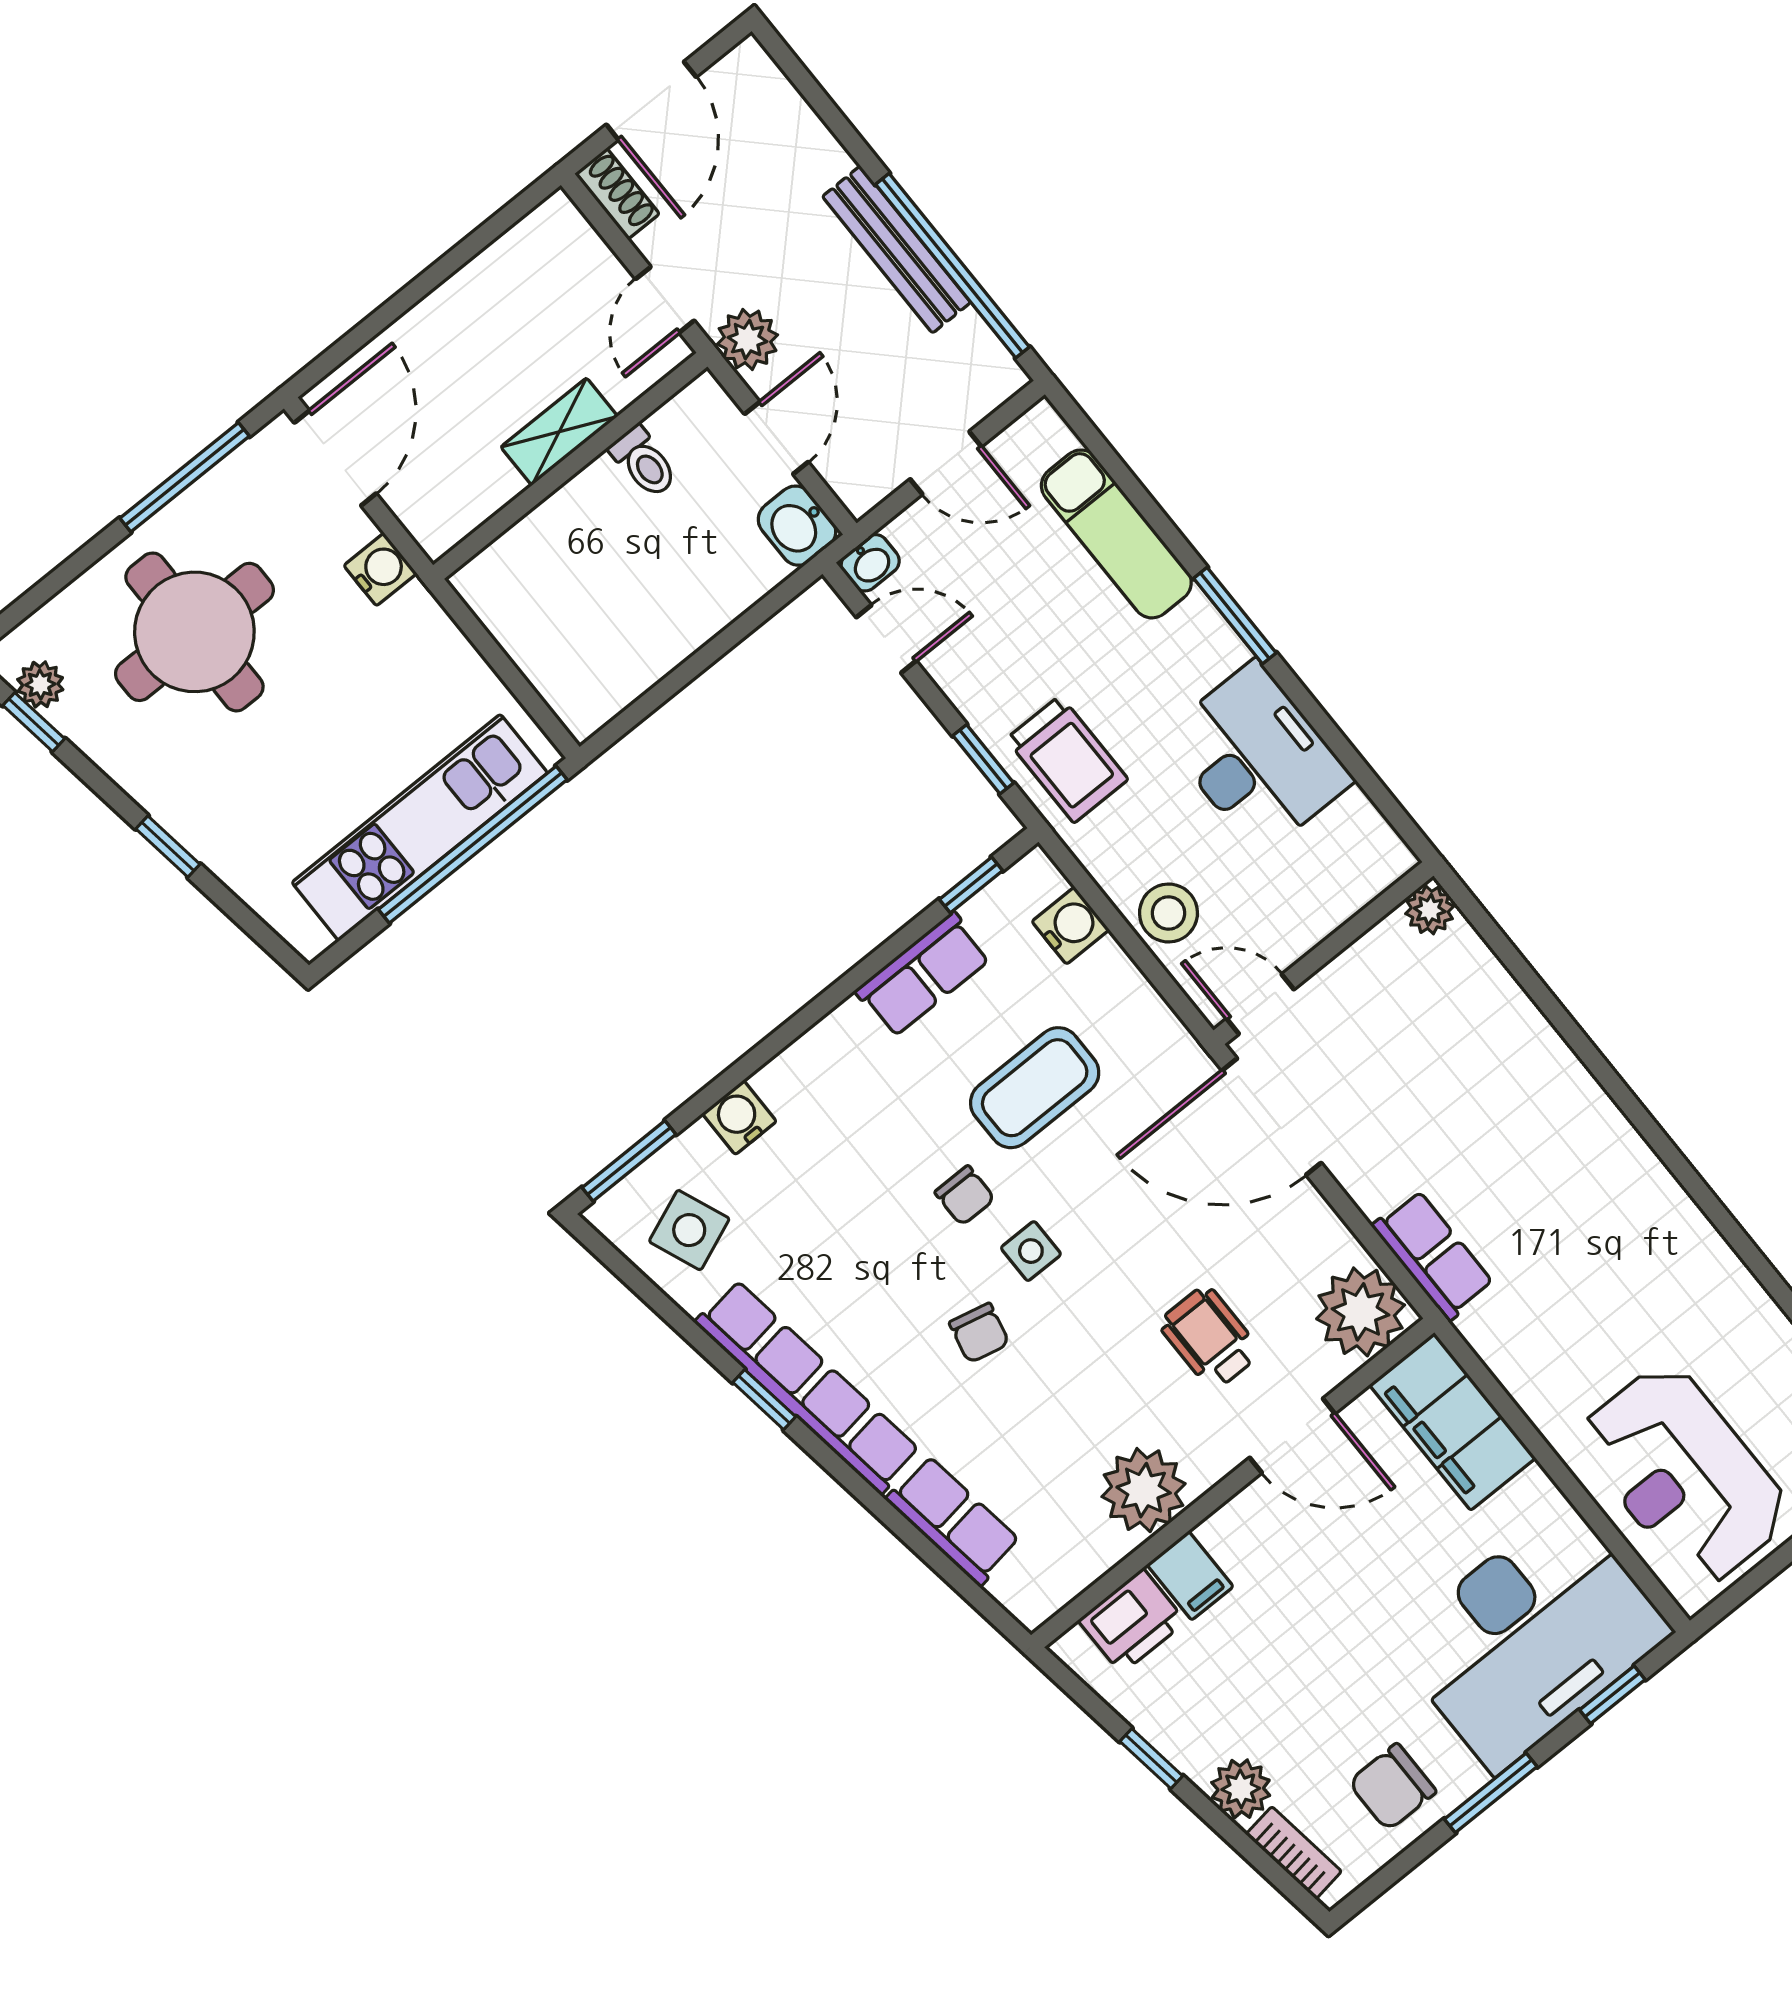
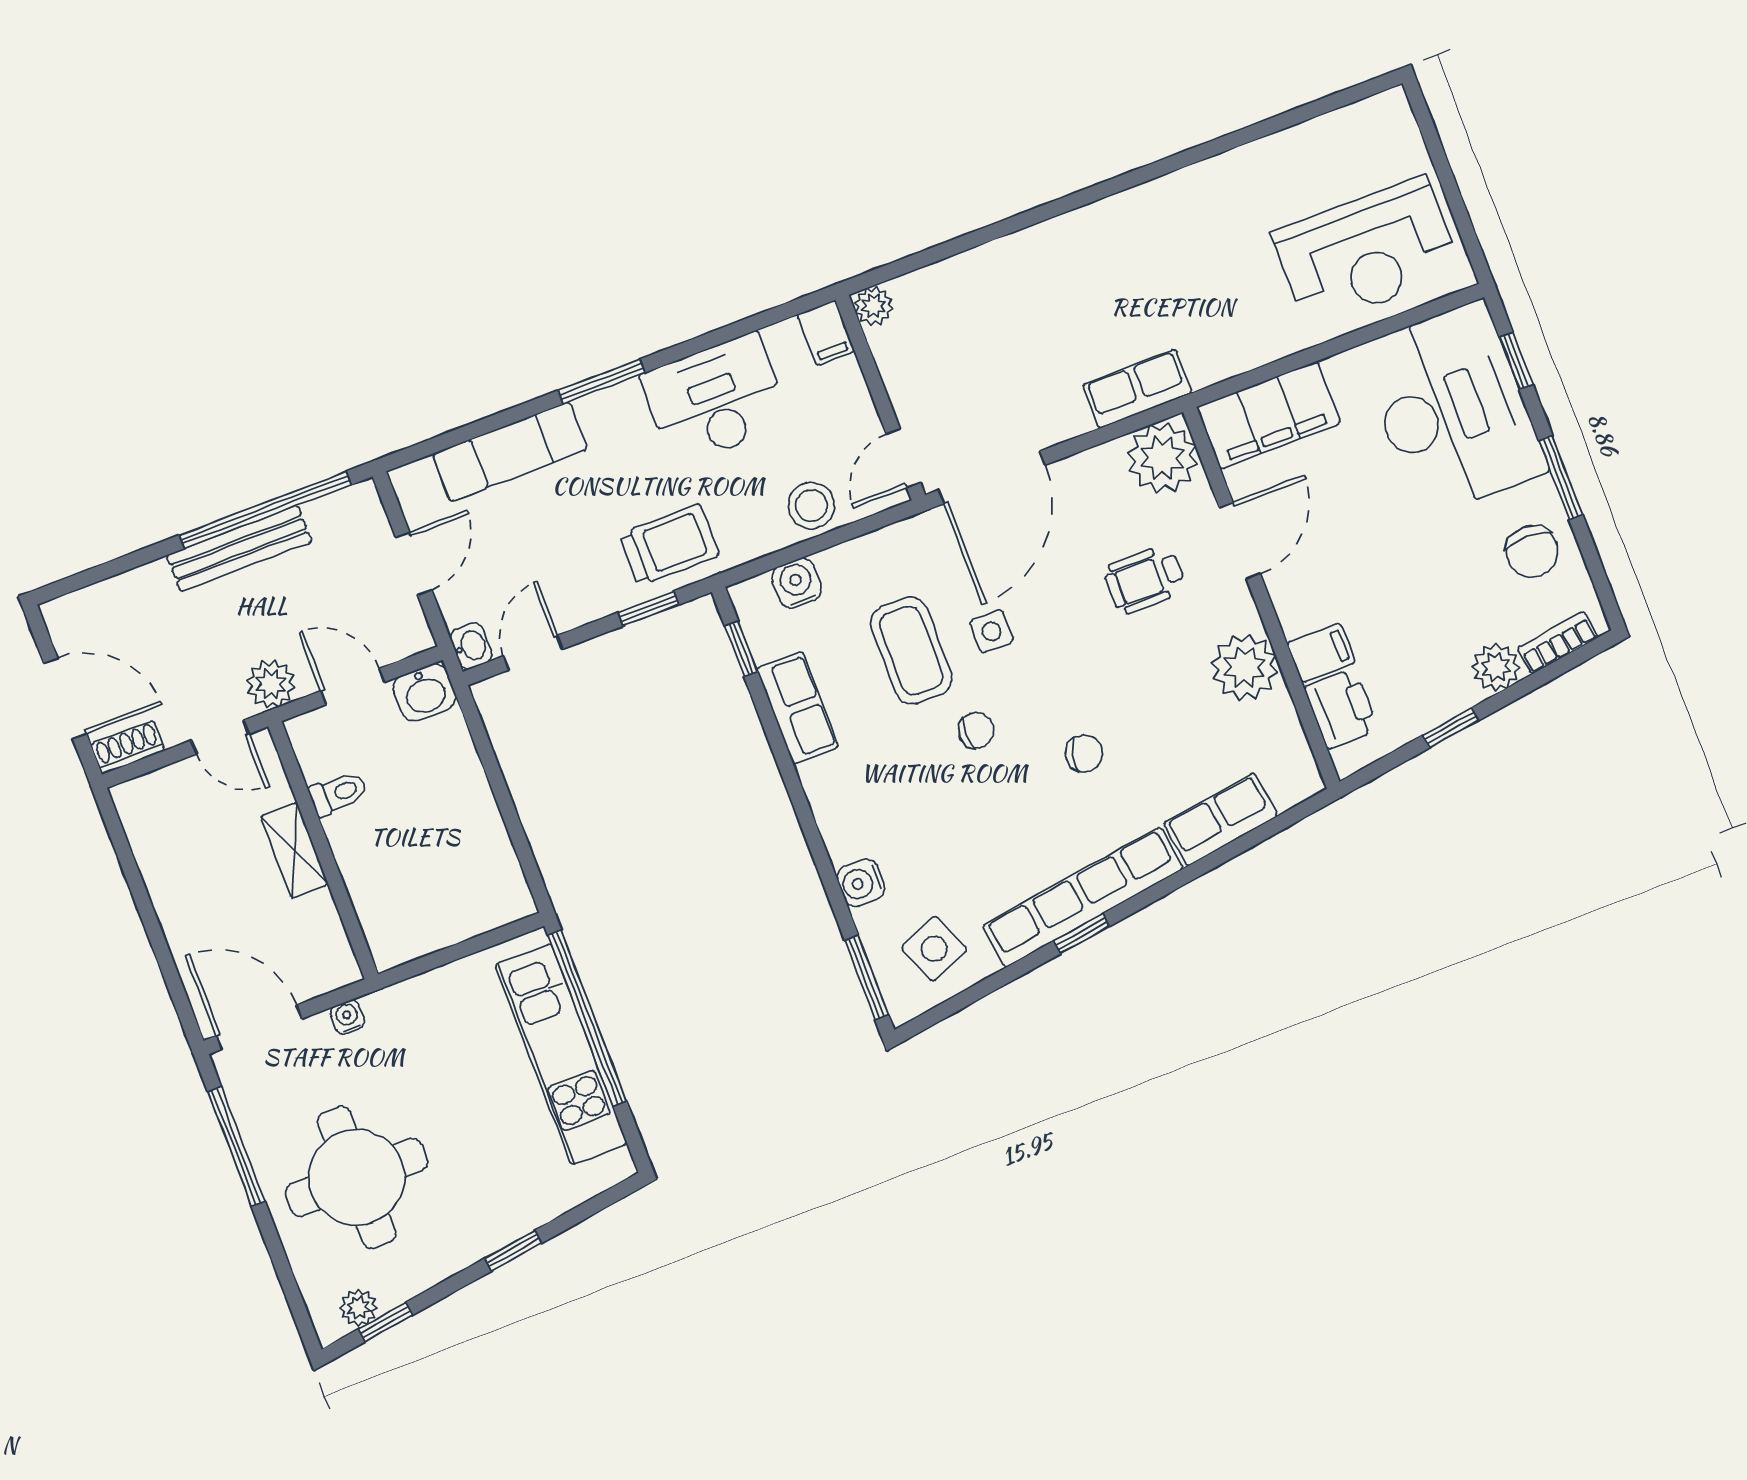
water cooler: (380, 569) -> (347, 1017), width x0.72, depth x0.72
filing cabinet: (1379, 864) -> (826, 333), added
side table: (1031, 1251) -> (992, 631), moved

